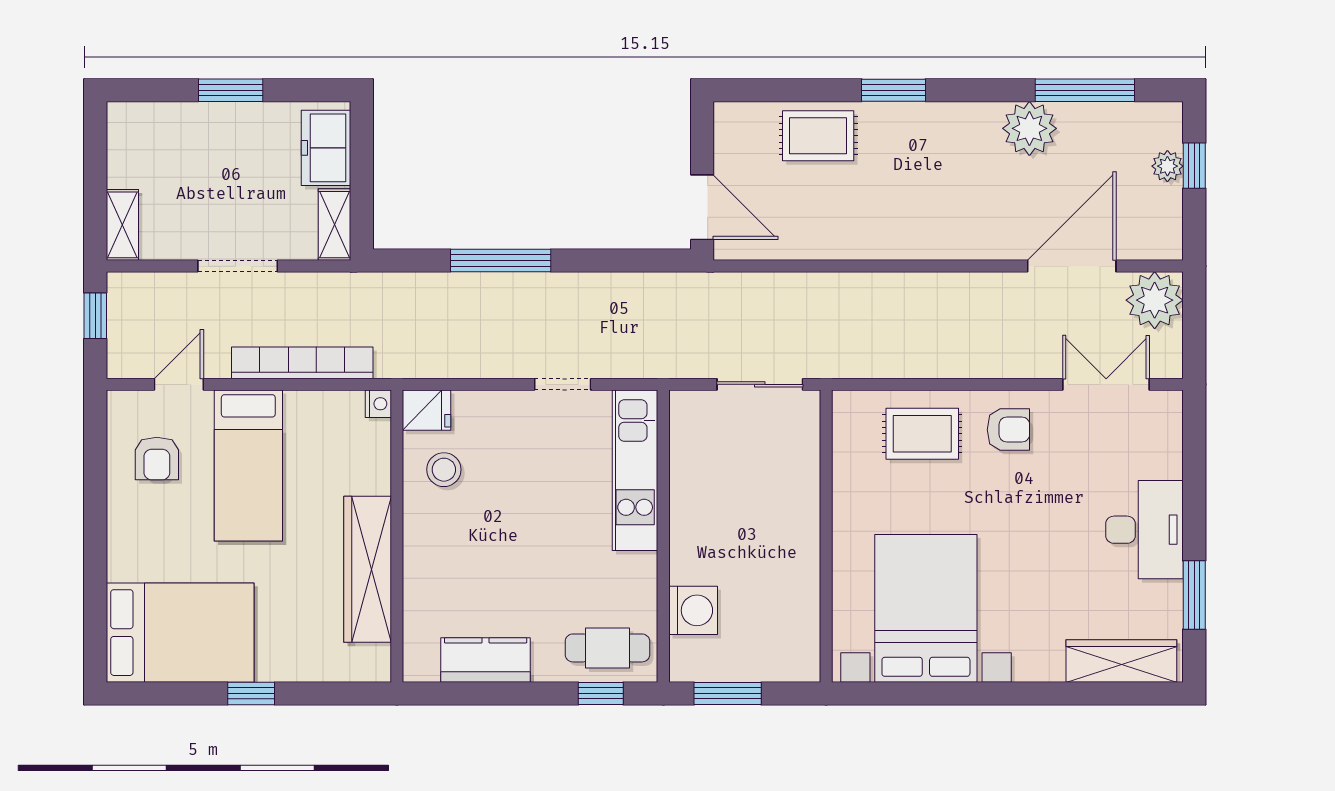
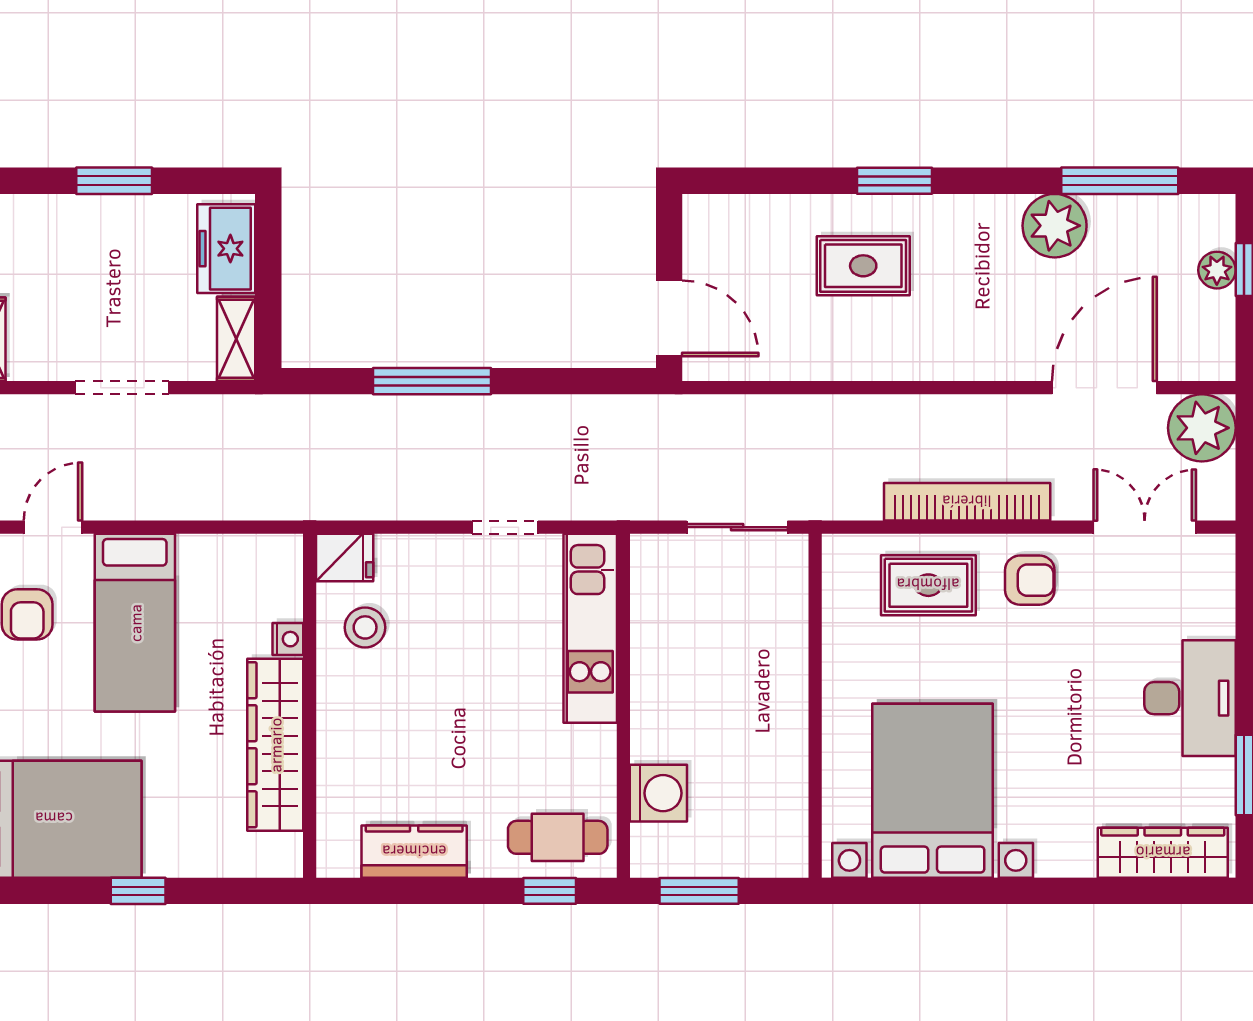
rug: (818, 136) -> (863, 266), moved
bookcase: (302, 363) -> (967, 502), moved
nightstand: (378, 404) -> (288, 639), moved

